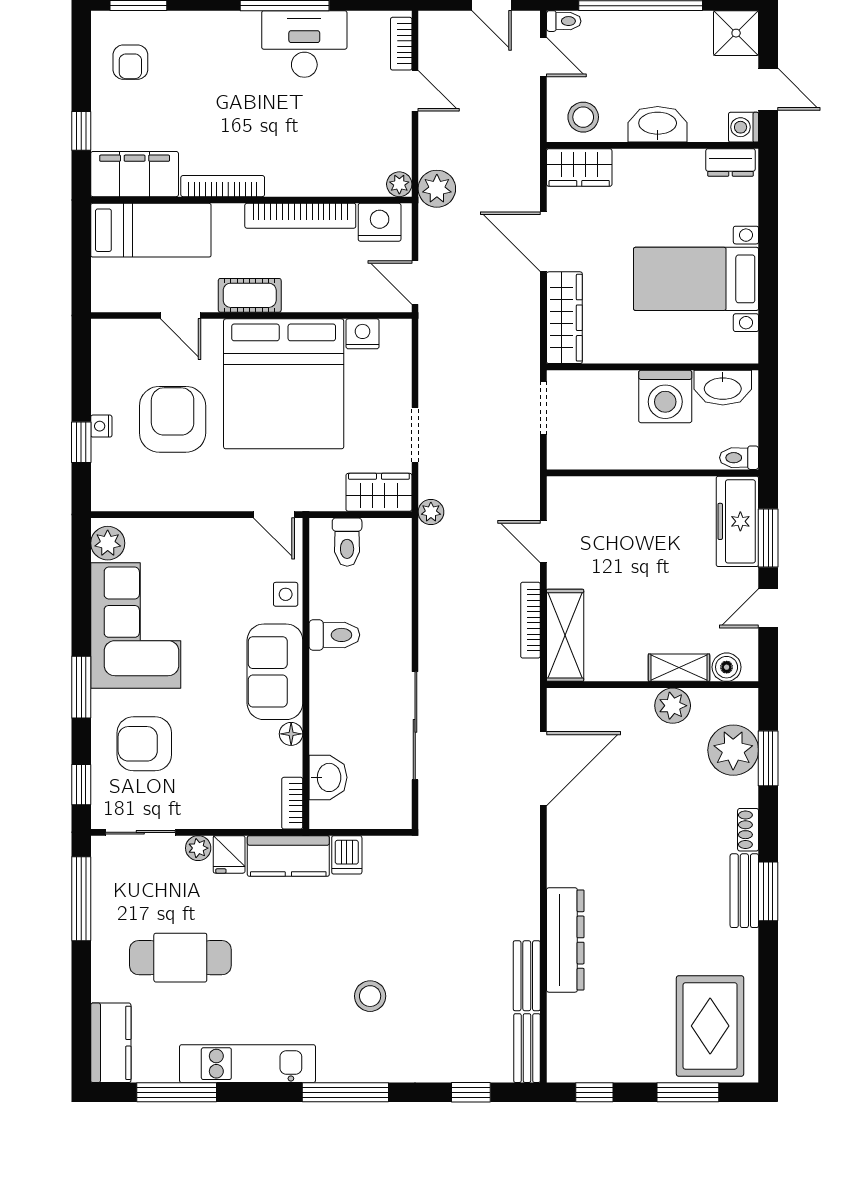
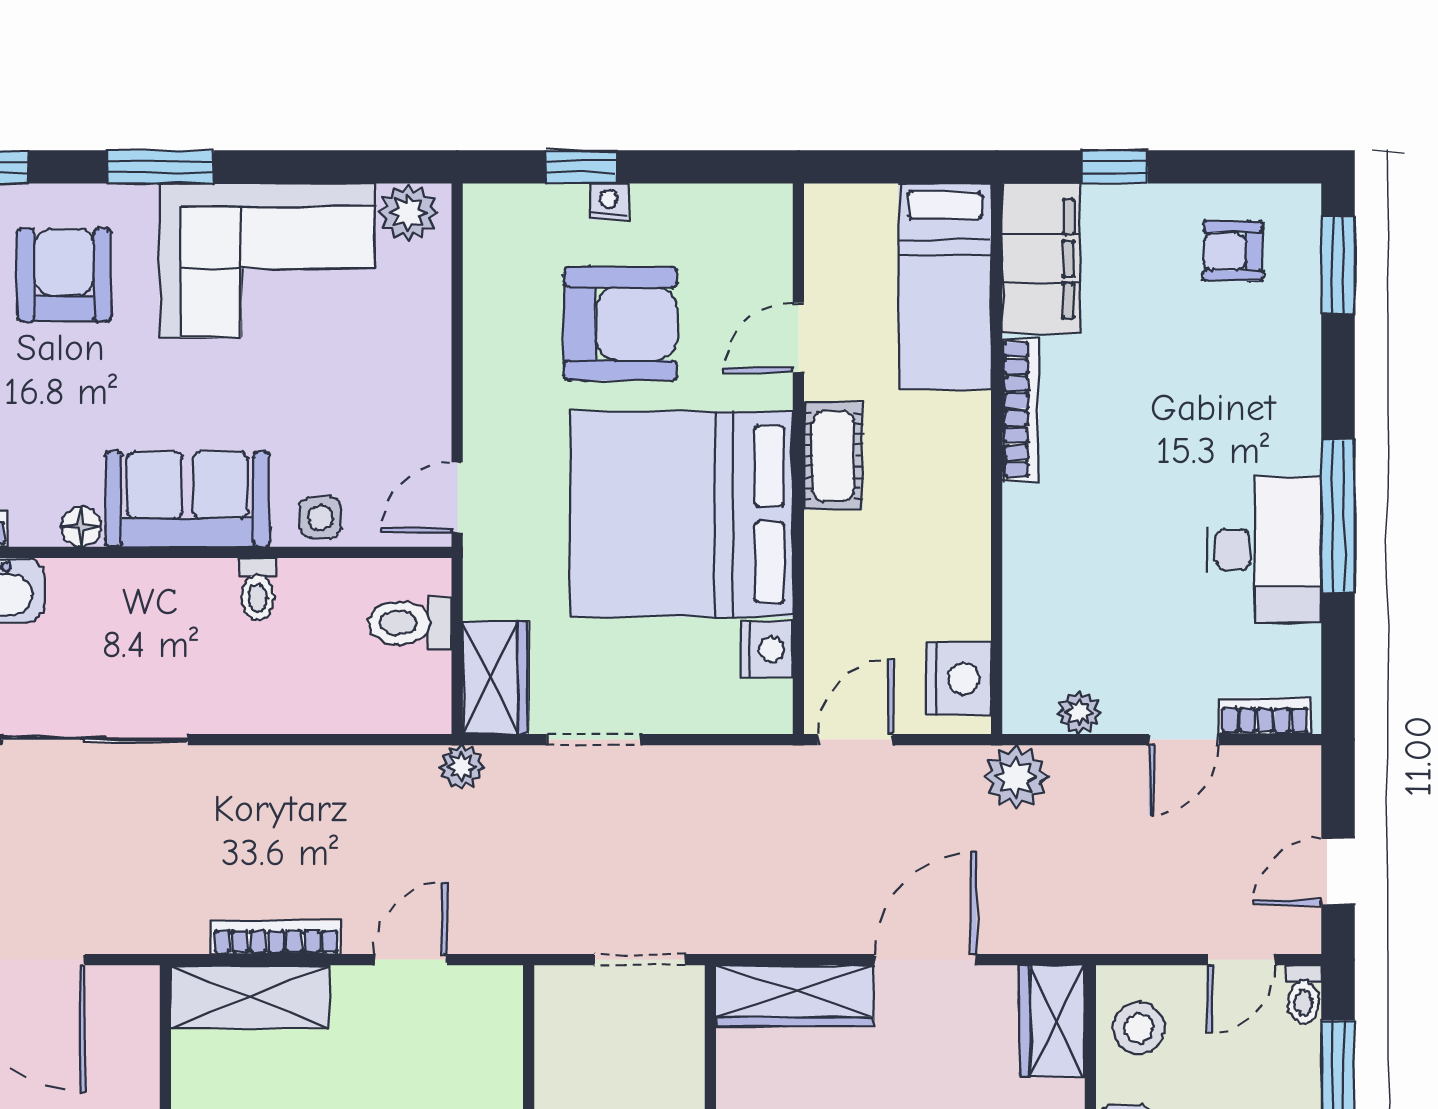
plant: (399, 184) -> (1079, 712), moved
bookcase: (300, 216) -> (970, 543), removed
toilet: (334, 635) -> (258, 589), width x0.73, depth x0.72

